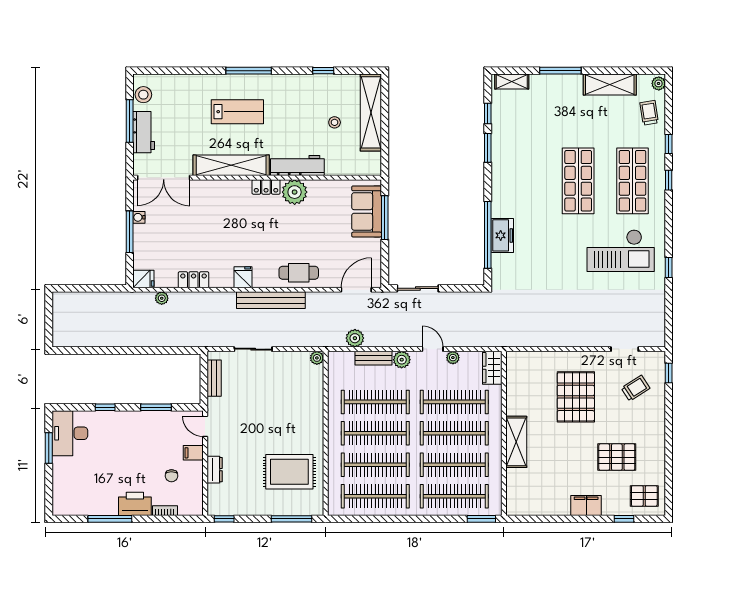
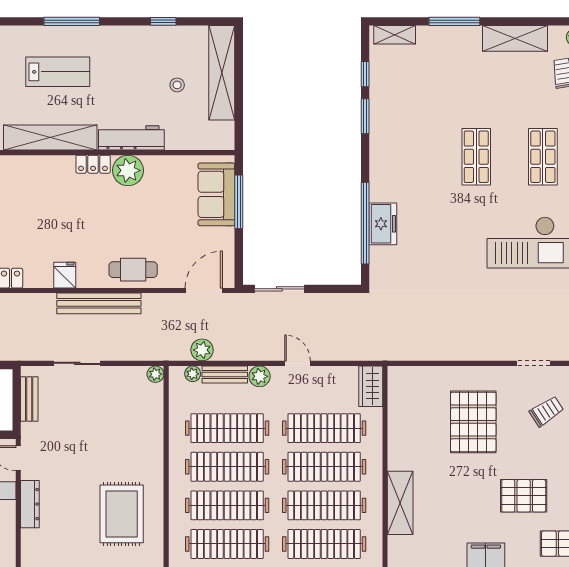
shop shelf: (578, 181) -> (476, 157), width x0.70, depth x0.74
shop shelf: (632, 181) -> (543, 157), width x0.70, depth x0.74
plant: (453, 358) -> (193, 374), moved
shelving: (516, 442) -> (400, 503), moved
dresser: (215, 470) -> (30, 504), width x1.44
rug: (289, 472) -> (122, 514), turned 90

